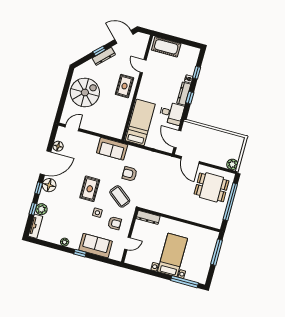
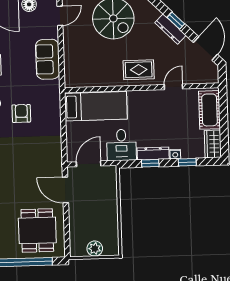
wardrobe: (190, 52) -> (213, 144), added
door: (72, 128) -> (60, 16), hinge flipped
sofa: (112, 149) -> (48, 59), moved
door: (190, 160) -> (65, 190), hinge flipped
plant: (232, 164) -> (95, 249), moved

